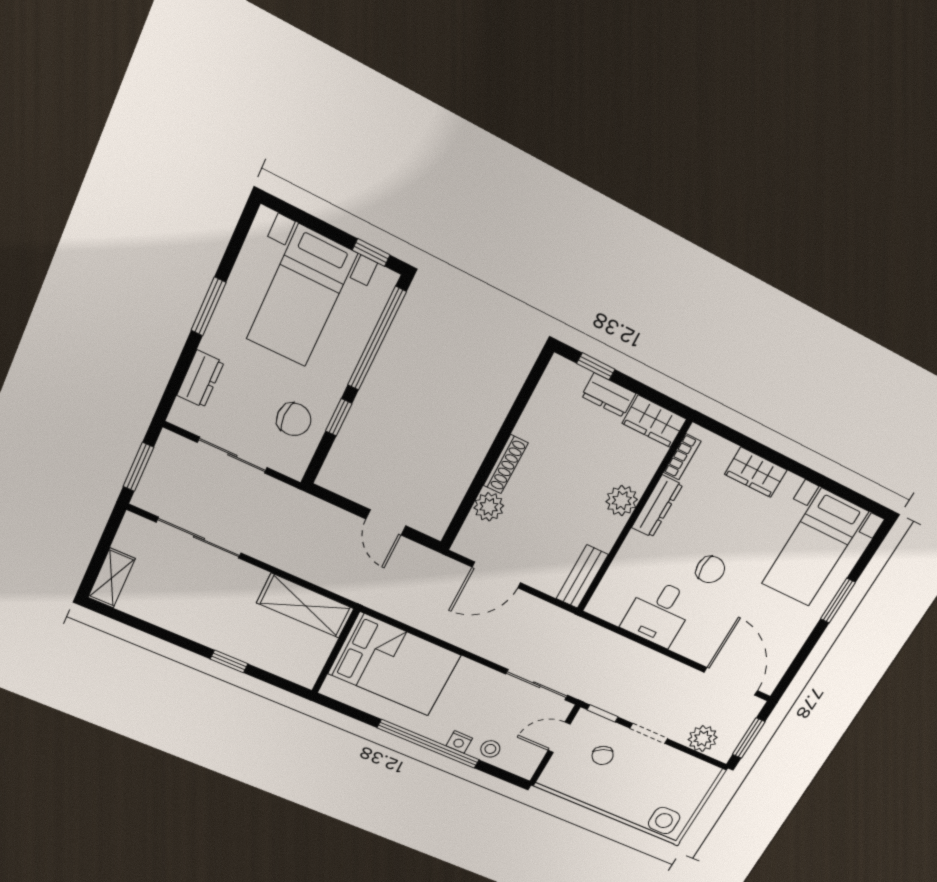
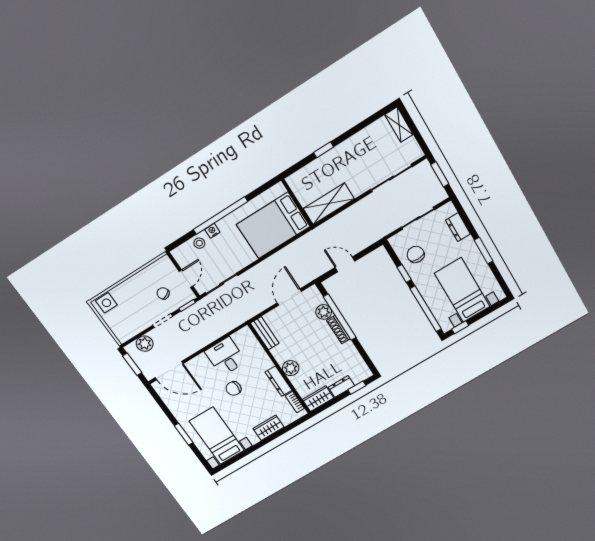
chair: (294, 419) -> (416, 254), turned 90
window: (482, 476) -> (340, 317), added

